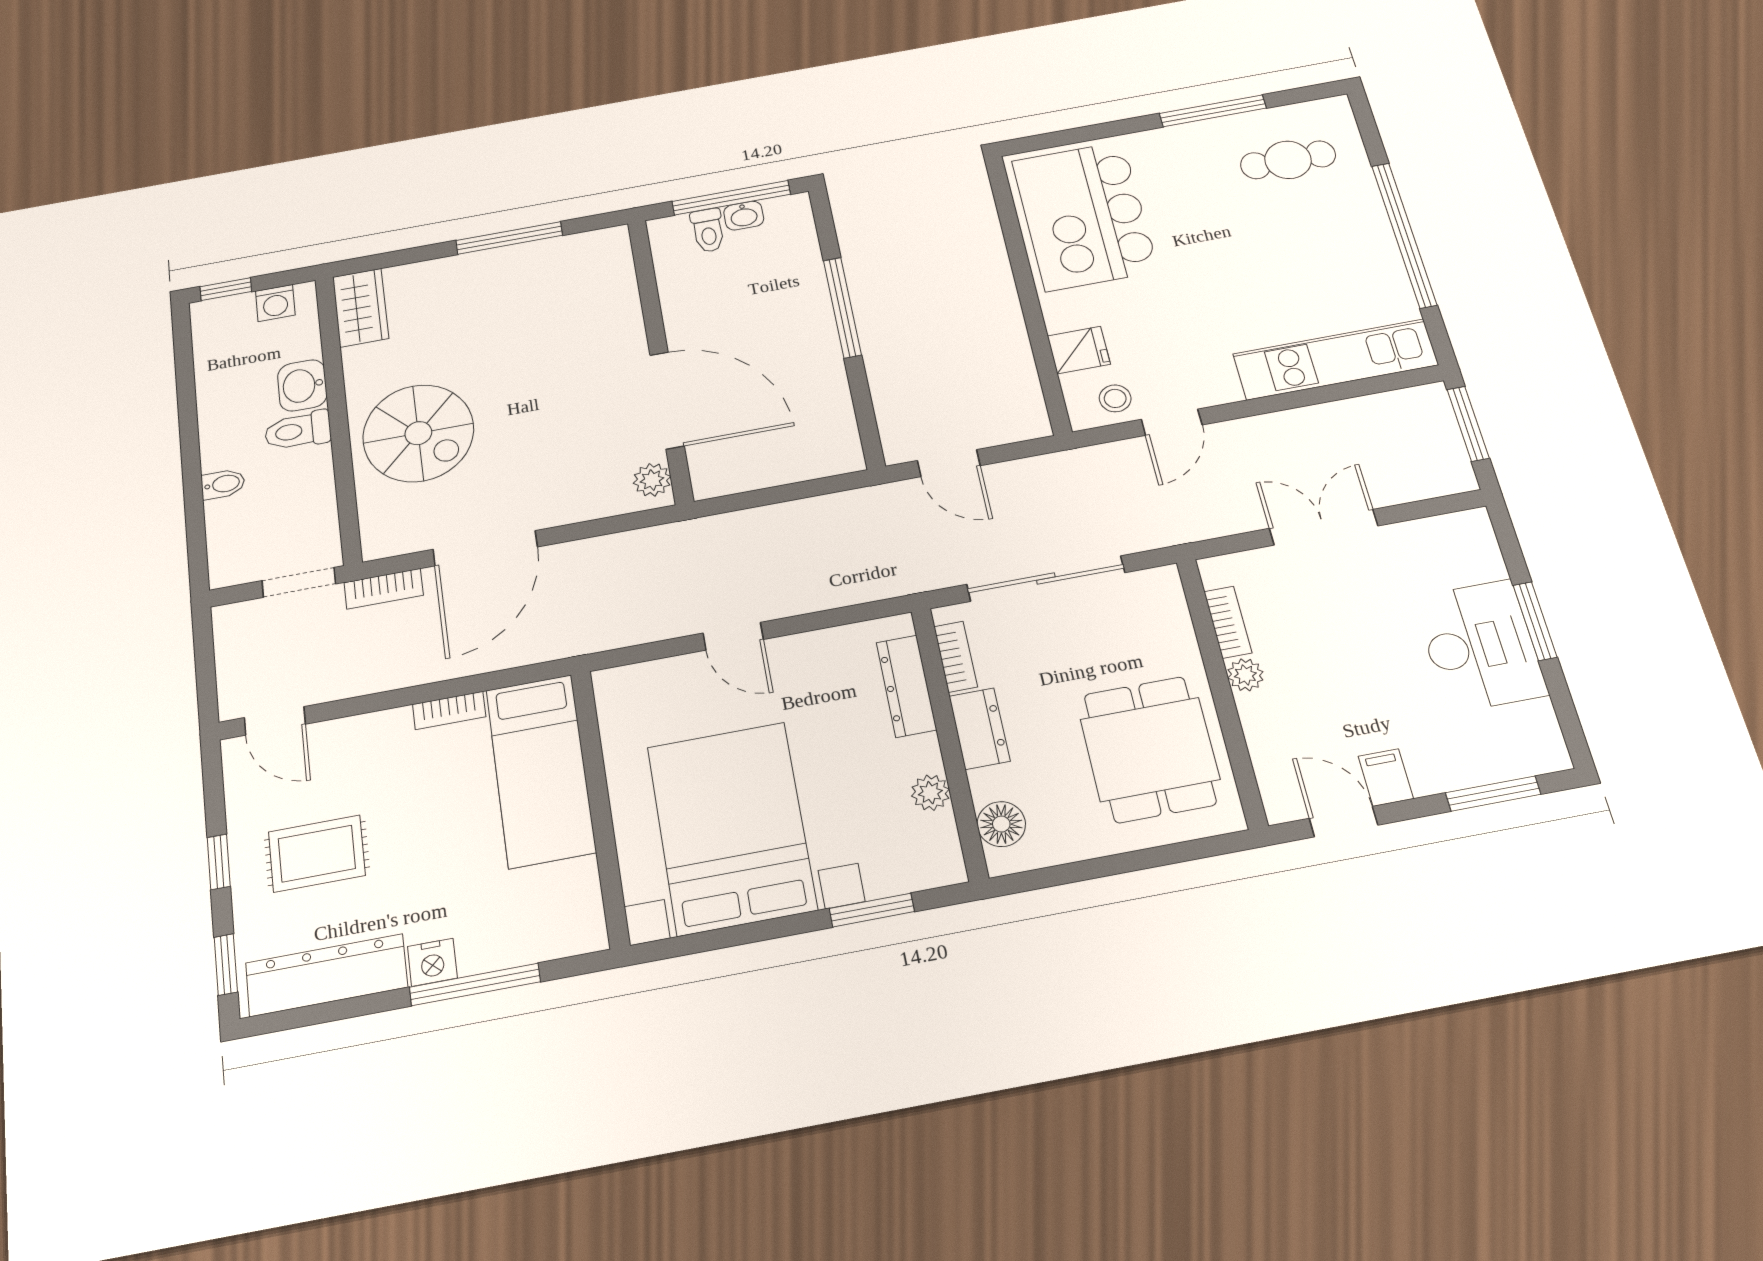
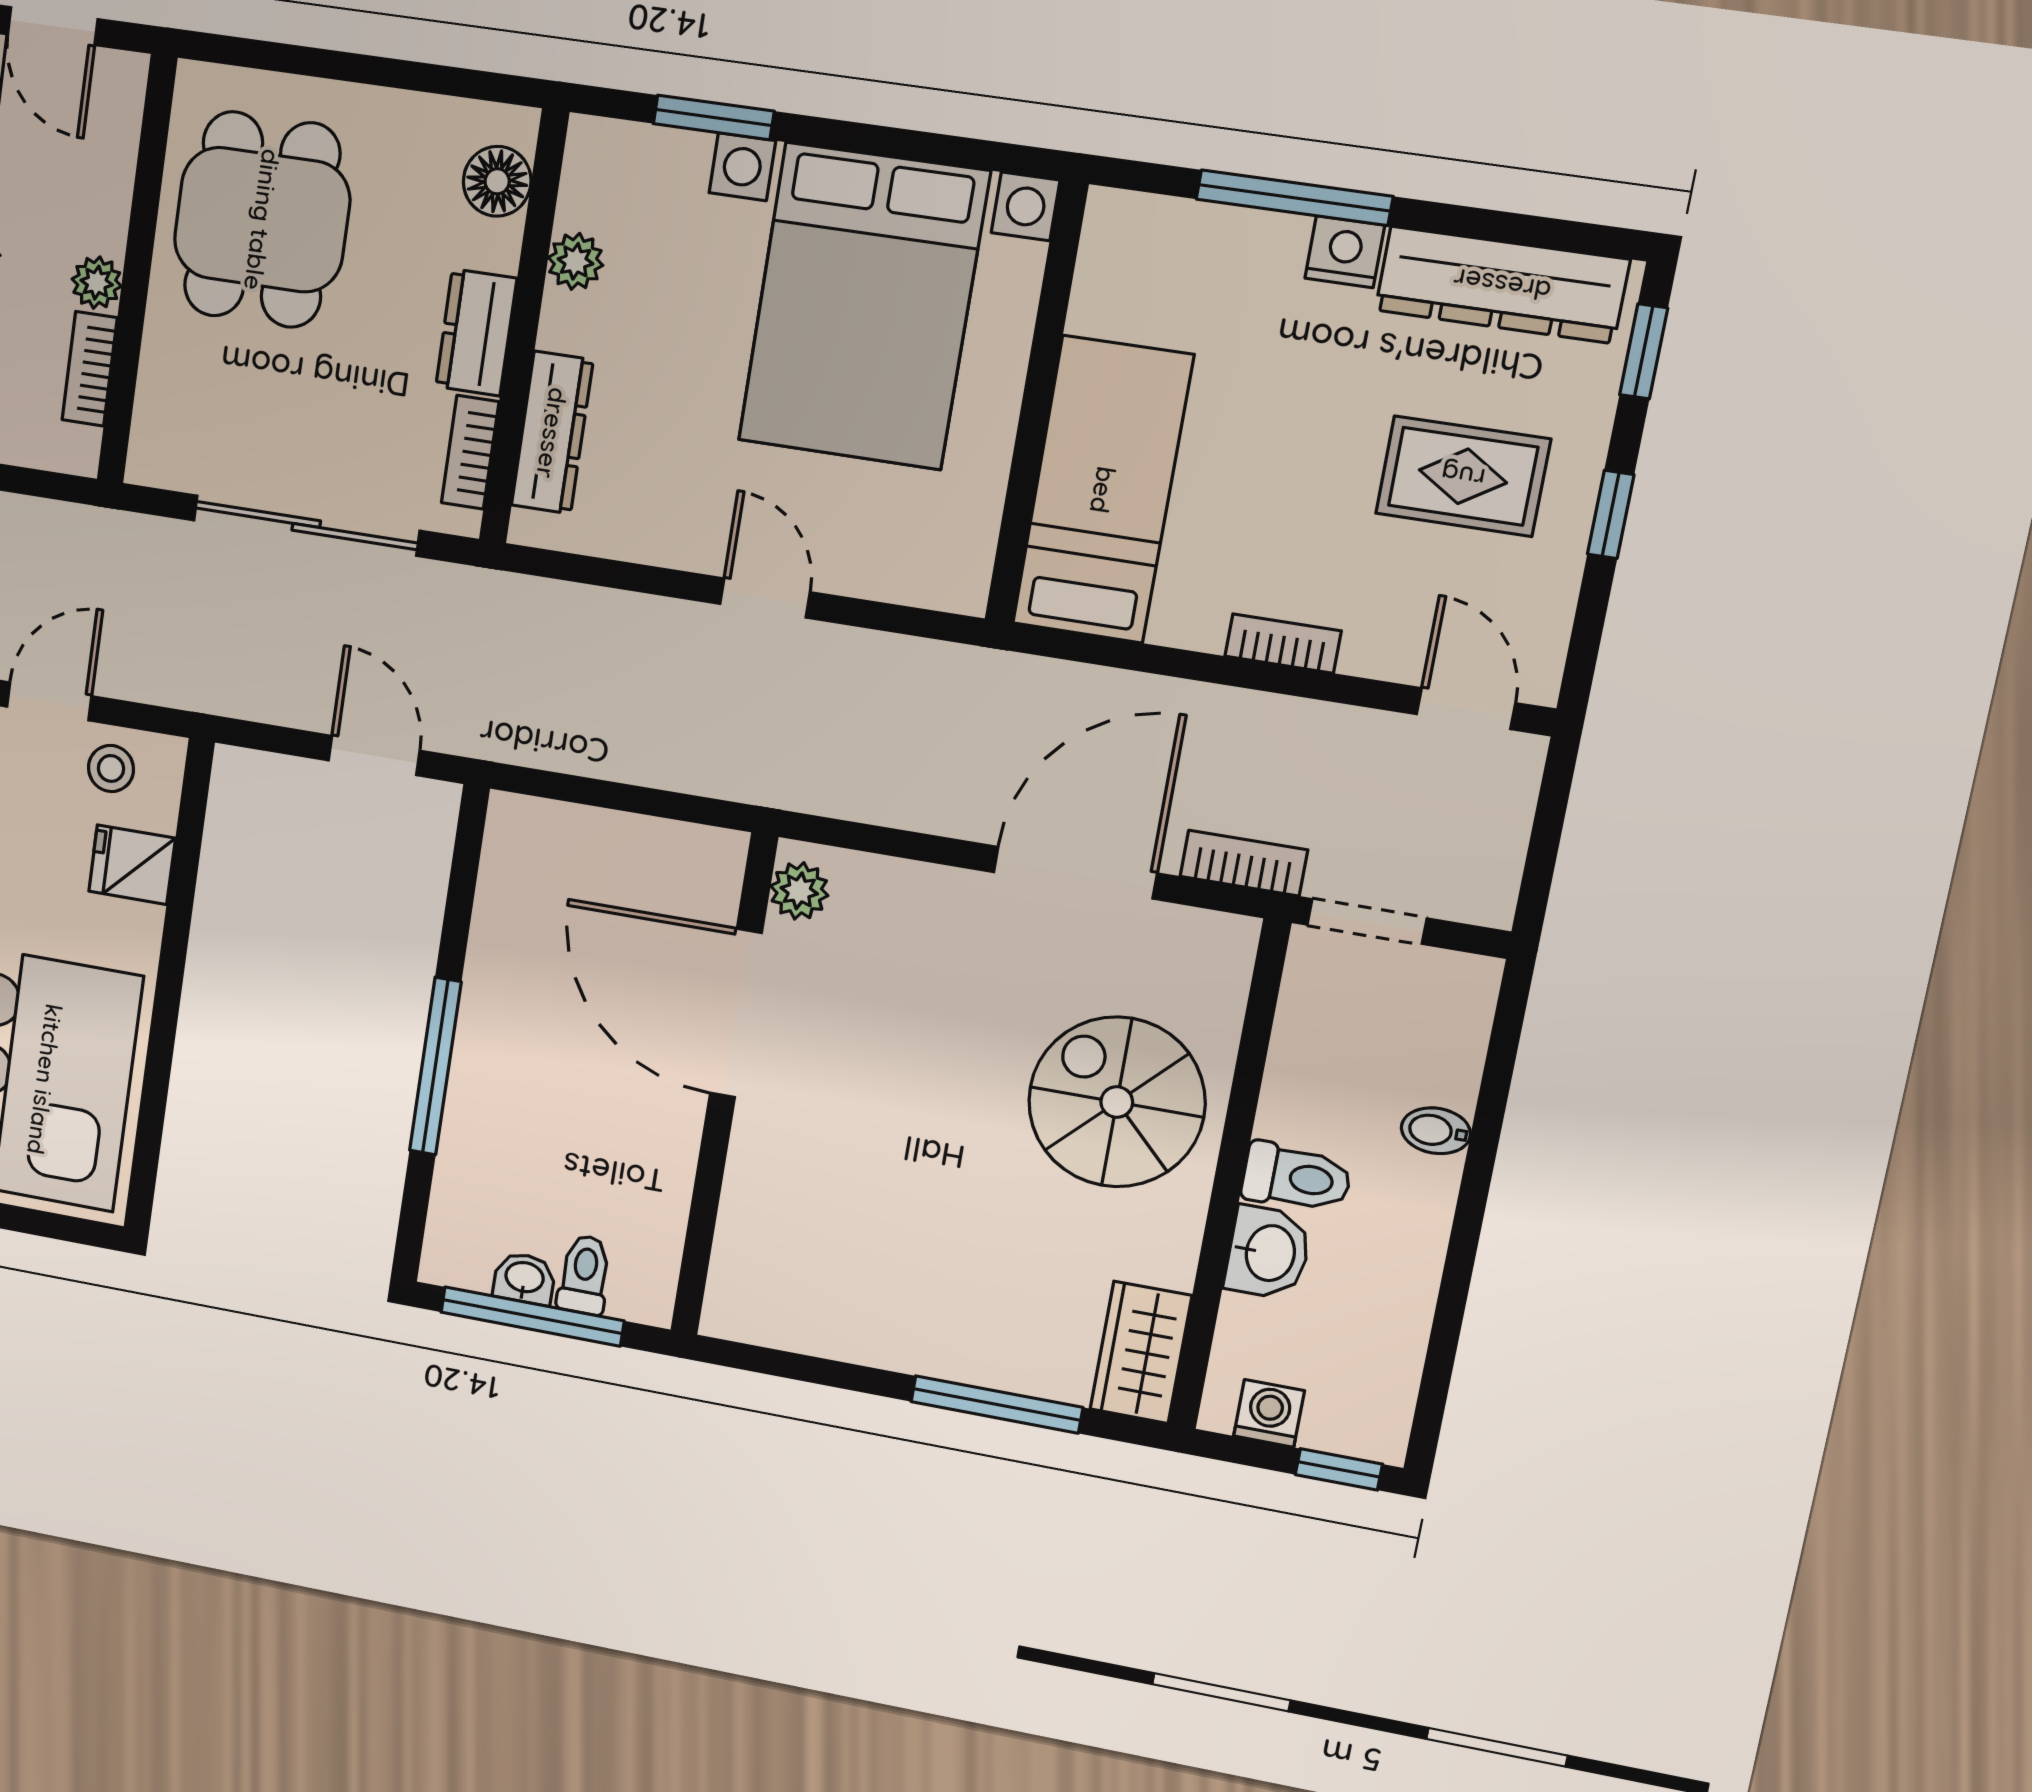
window: (509, 238) -> (997, 1404), moved
bookcase: (449, 710) -> (1283, 644), moved

